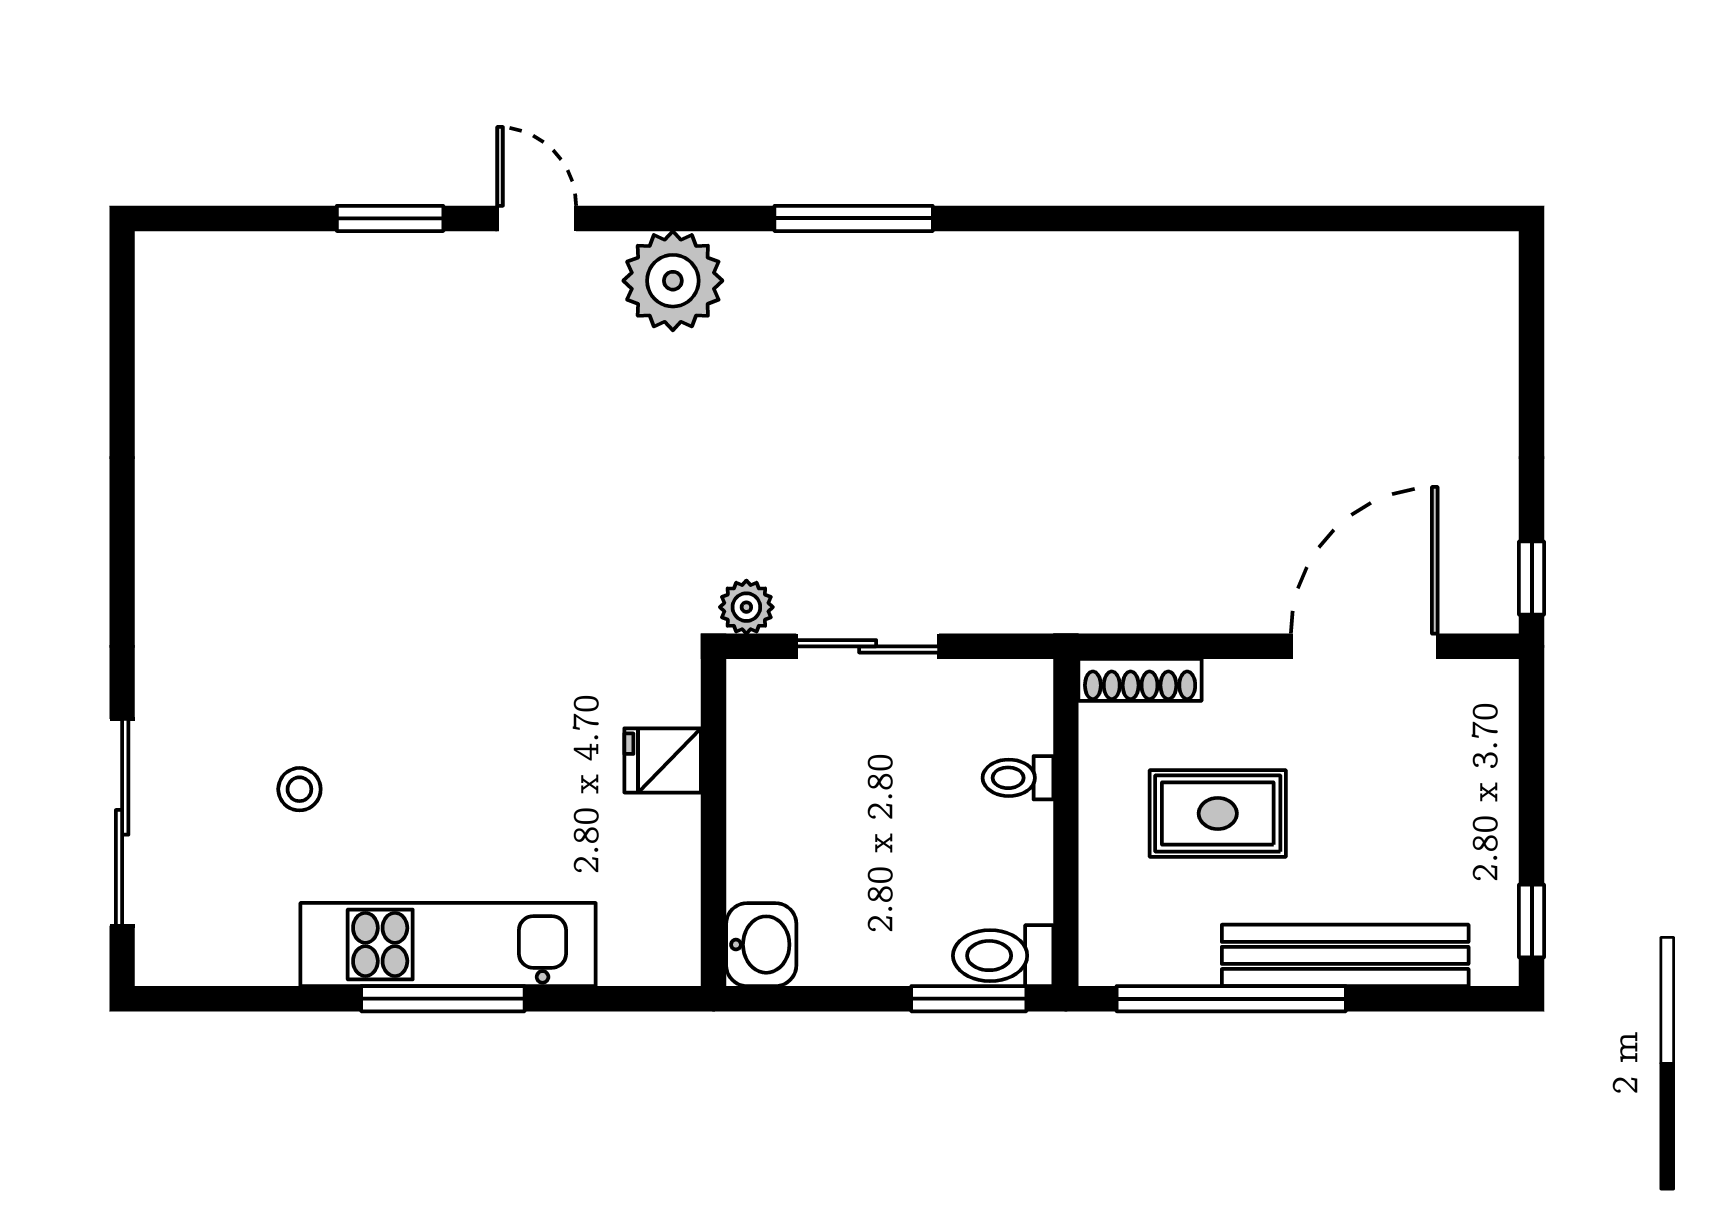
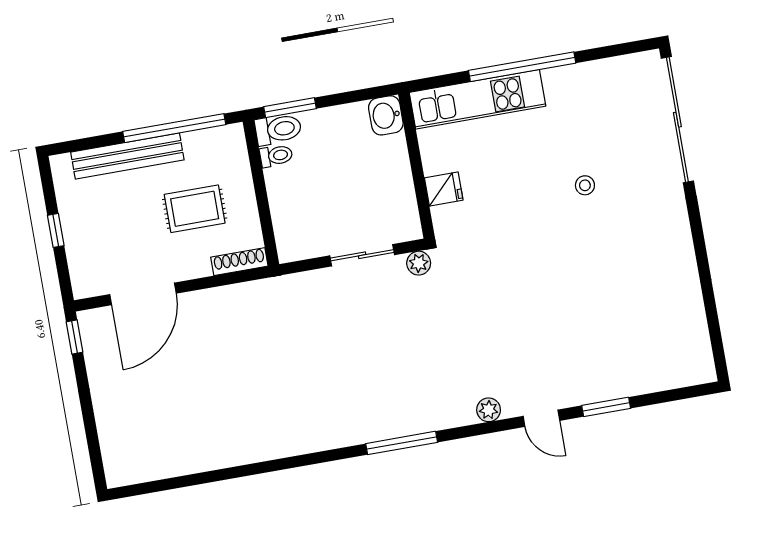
plant: (673, 281) -> (489, 410), width x0.53, depth x0.53
toilet: (1018, 778) -> (276, 156), moved
stool: (299, 789) -> (585, 185), moved
sliding door: (122, 822) -> (677, 120), width x1.36
window: (1532, 921) -> (56, 230), moved
kitchen unit: (448, 944) -> (478, 99), moved
window: (443, 999) -> (522, 67), width x1.46

